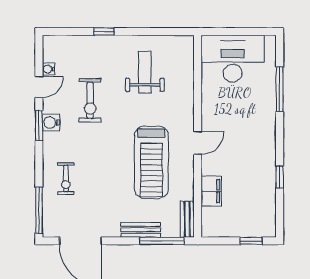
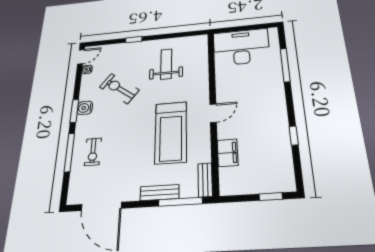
door: (39, 87) -> (81, 57), moved
exercise bike: (90, 100) -> (119, 89), turned 127
window: (39, 210) -> (69, 152), moved

